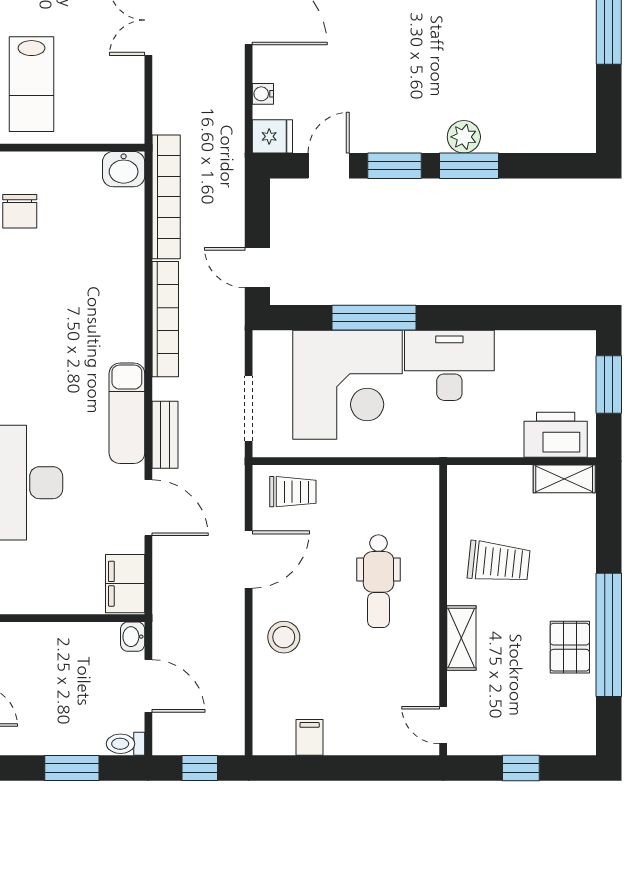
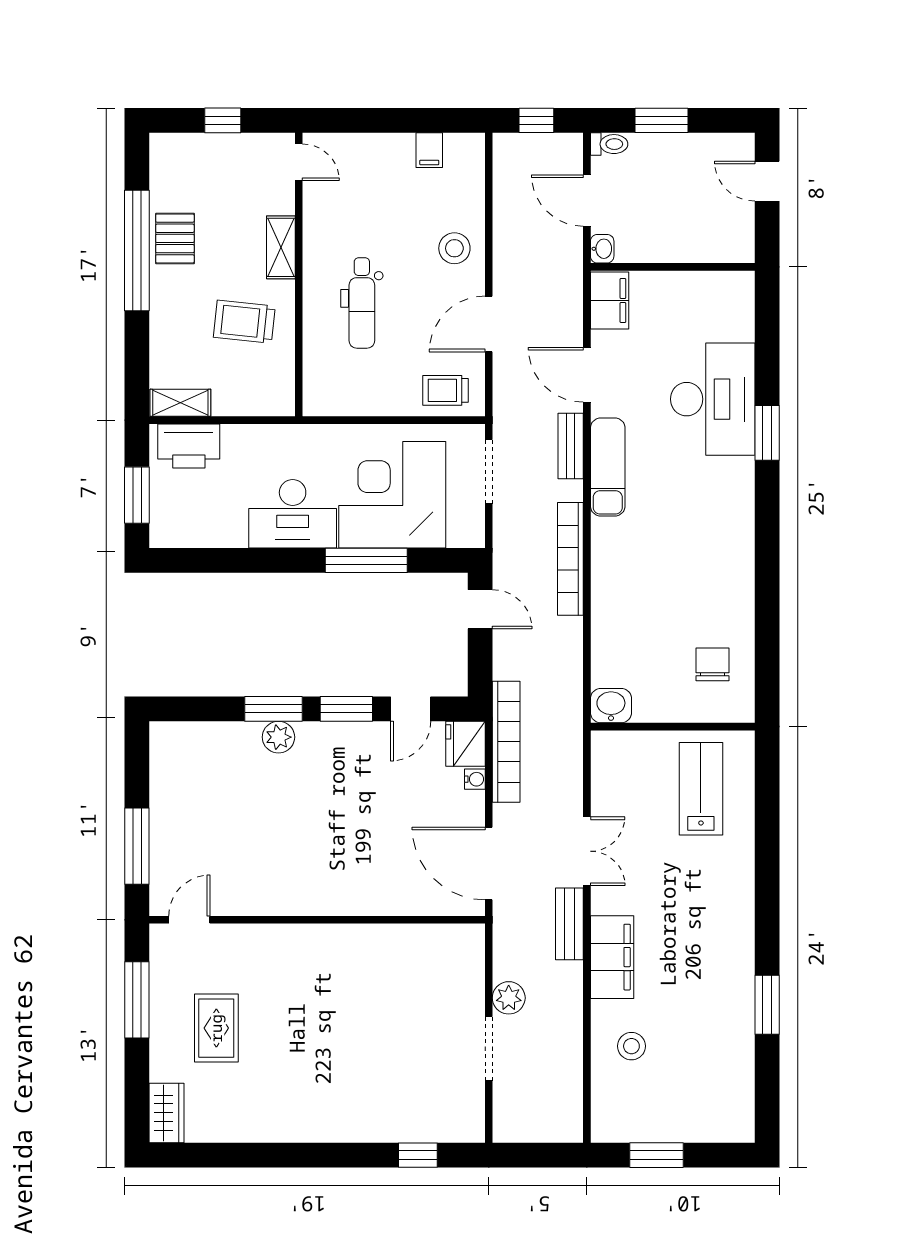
fridge: (272, 136) -> (466, 744), width x1.38
bookcase: (166, 197) -> (506, 742), moved, turned 180
dental chair: (379, 581) -> (362, 303), turned 180

